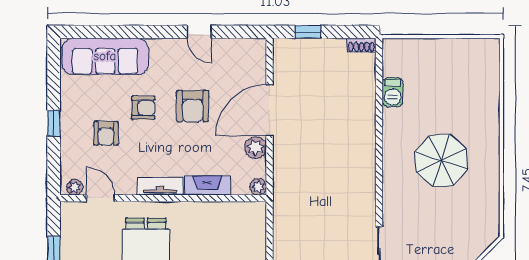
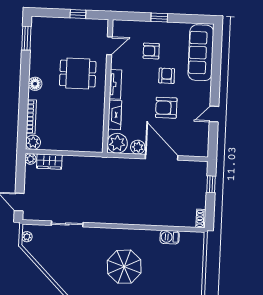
armchair: (143, 108) -> (167, 76), turned 180
plant: (75, 187) -> (117, 29), removed
plant: (258, 187) -> (117, 143), width x1.88, depth x1.88

